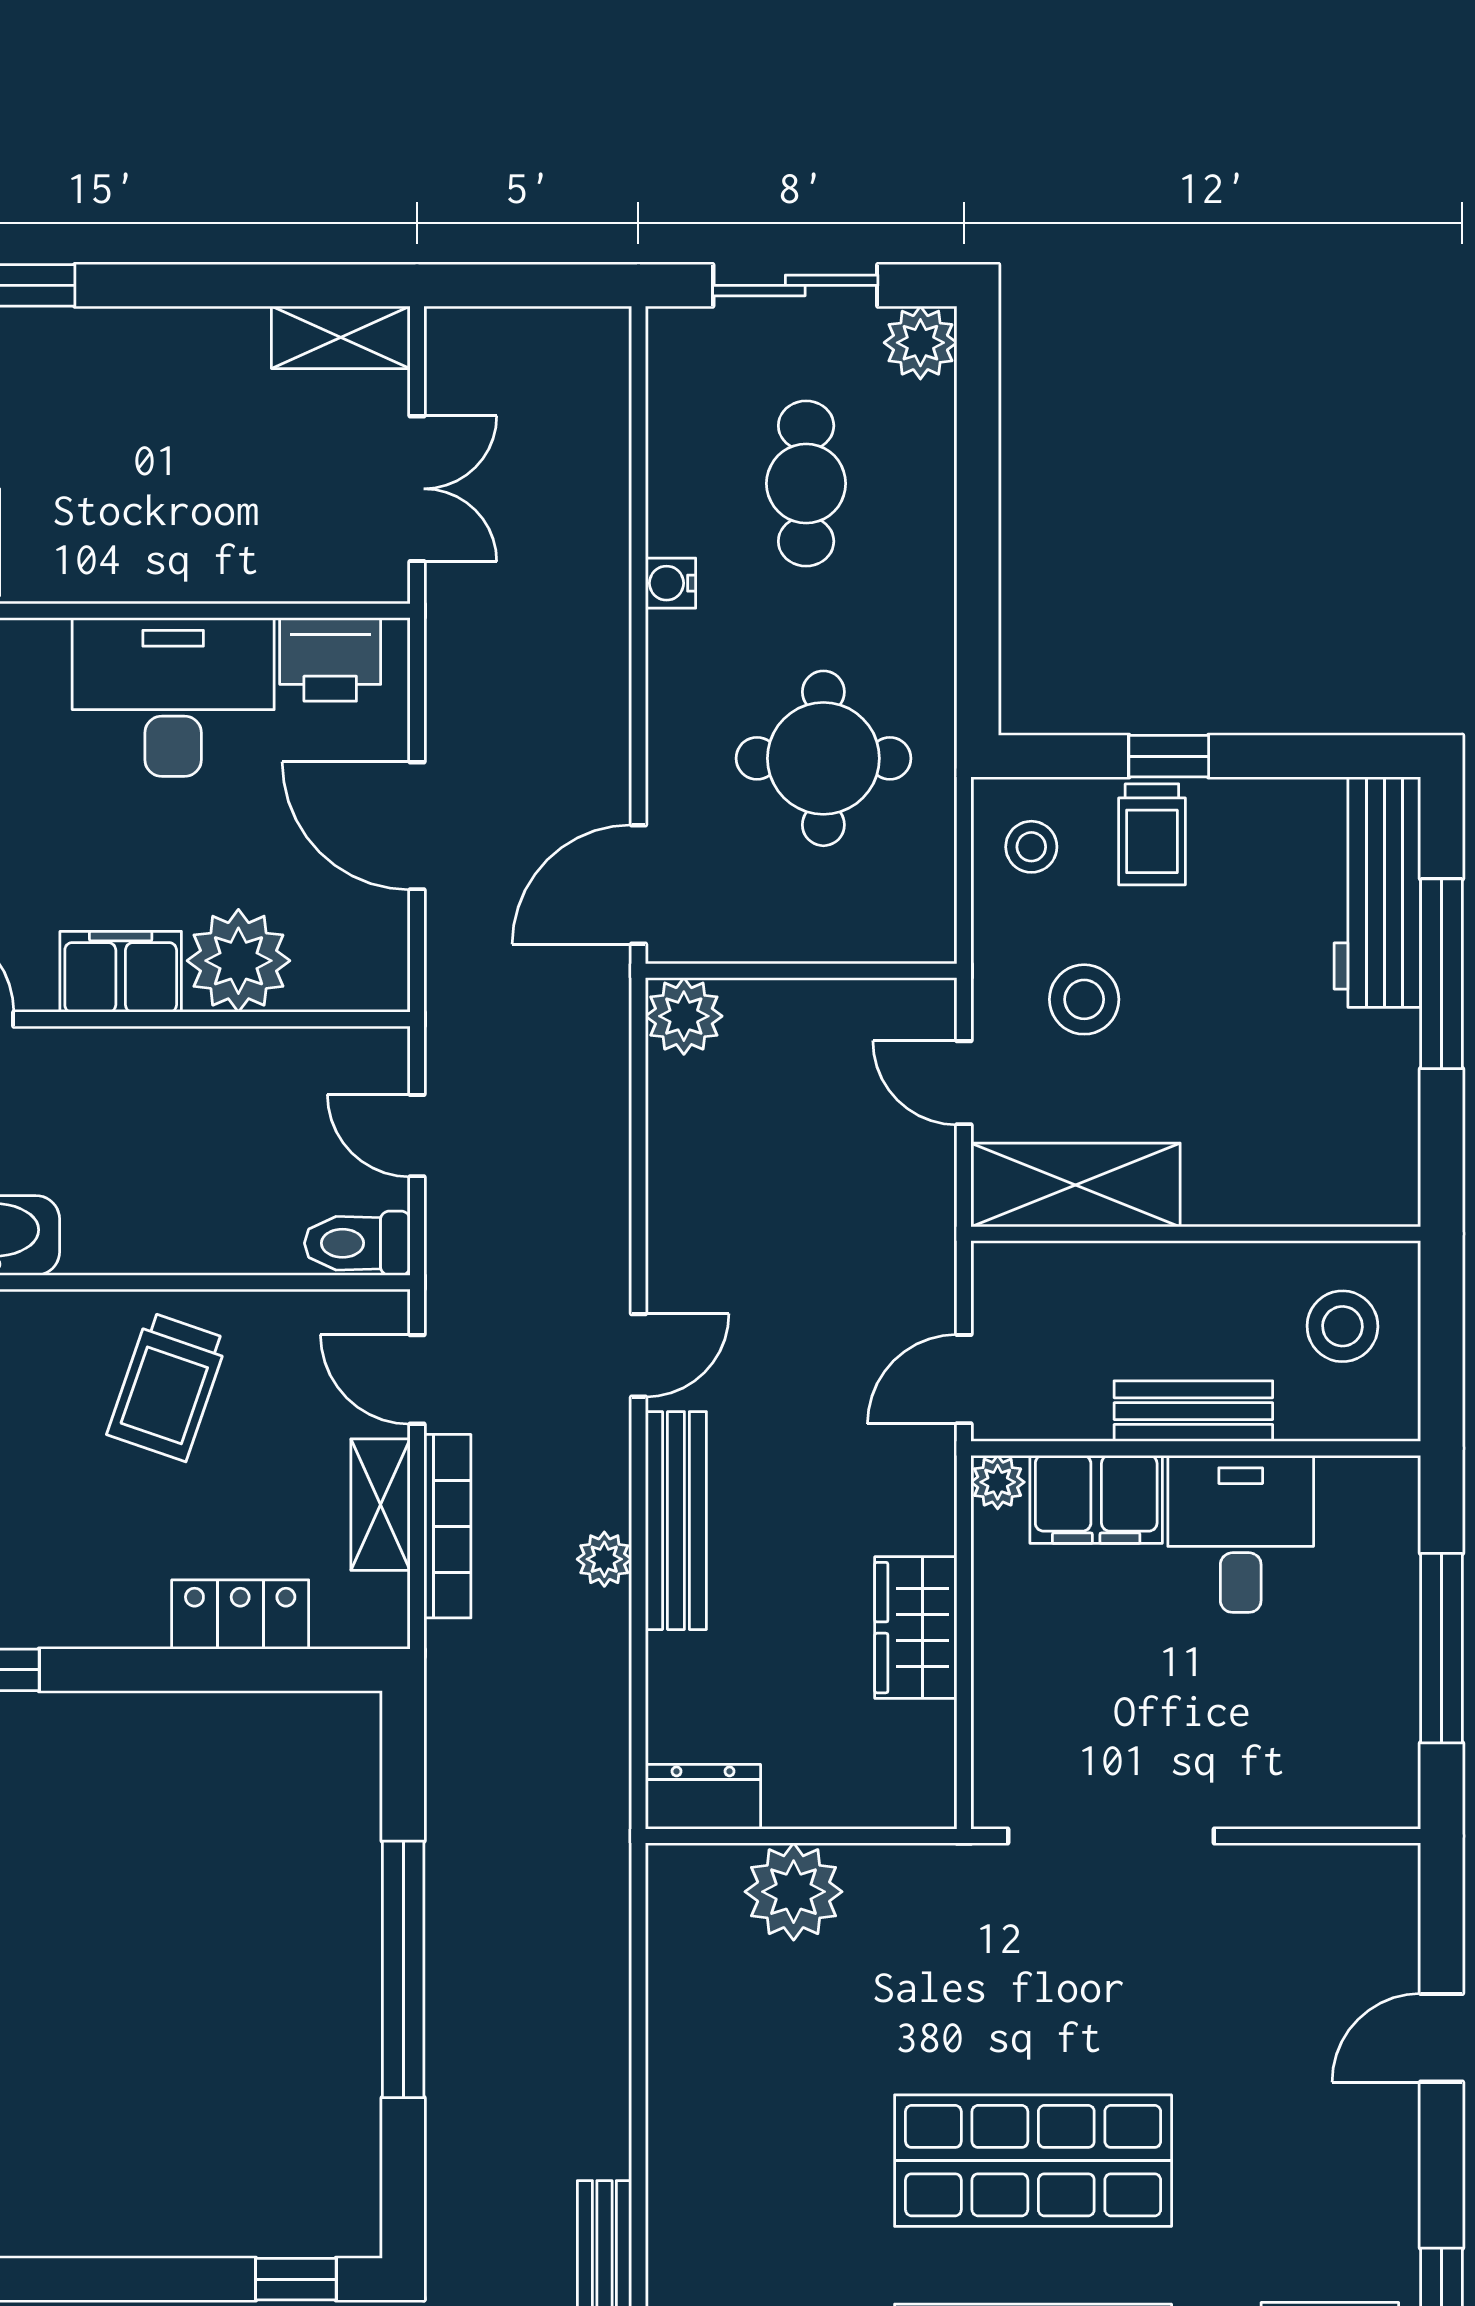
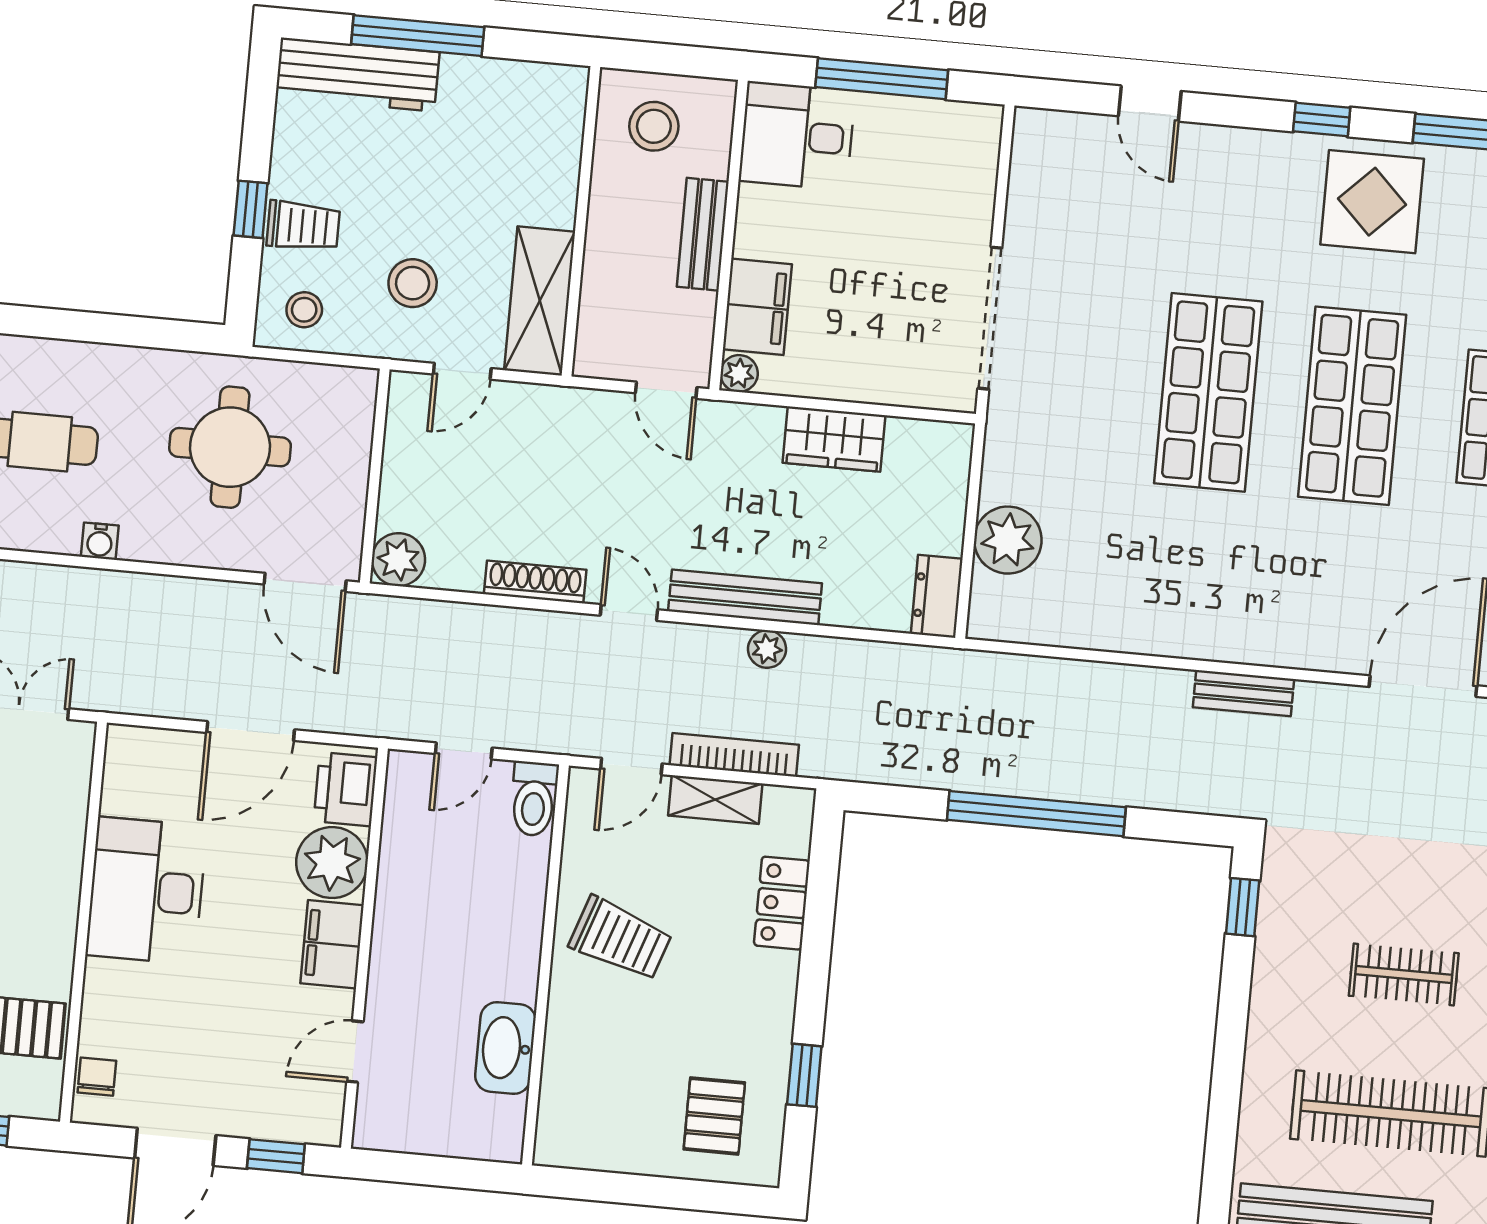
printer: (330, 659) -> (346, 789), moved, turned 180
shoe rack: (670, 1216) -> (535, 582), added
desk: (1241, 1534) -> (797, 136), moved

